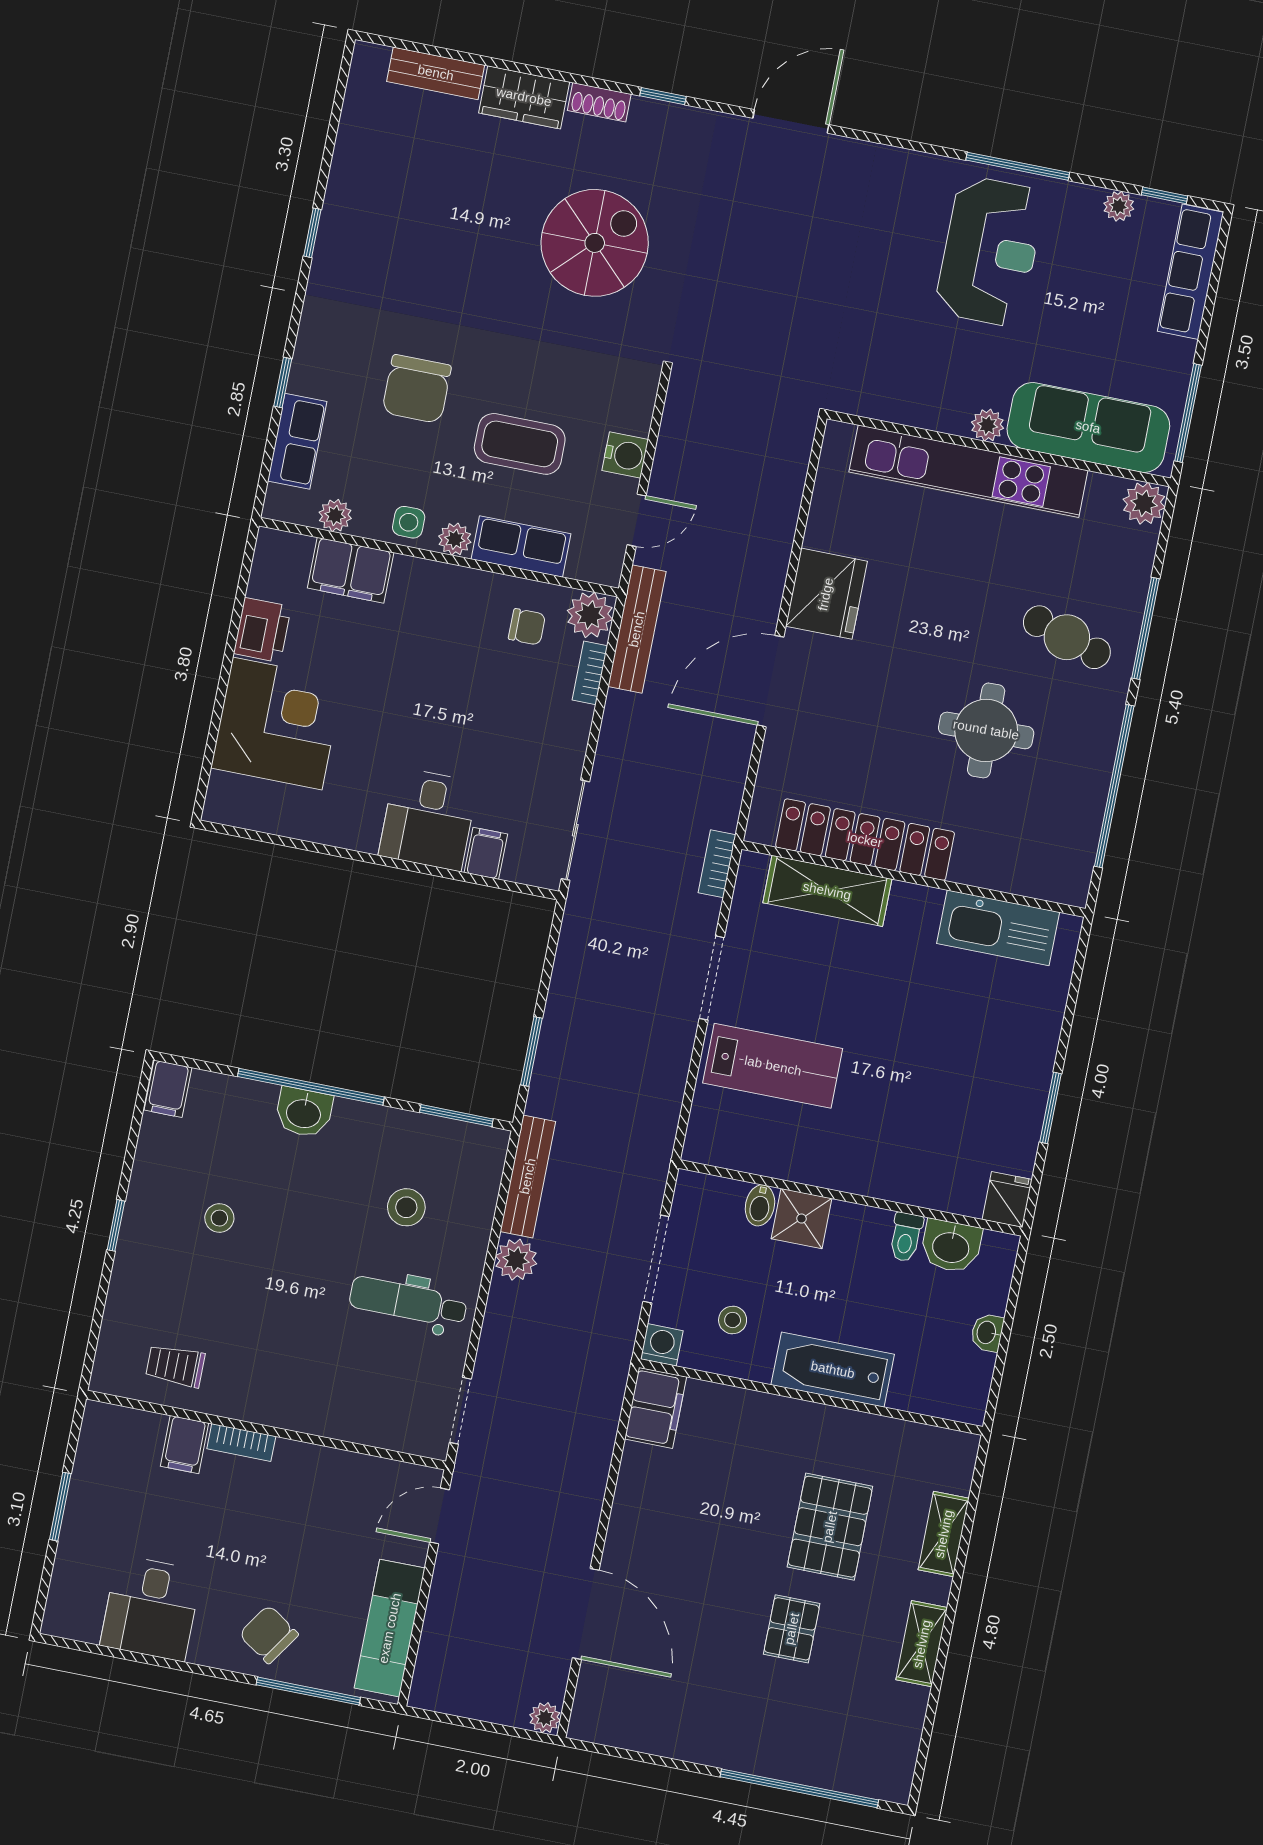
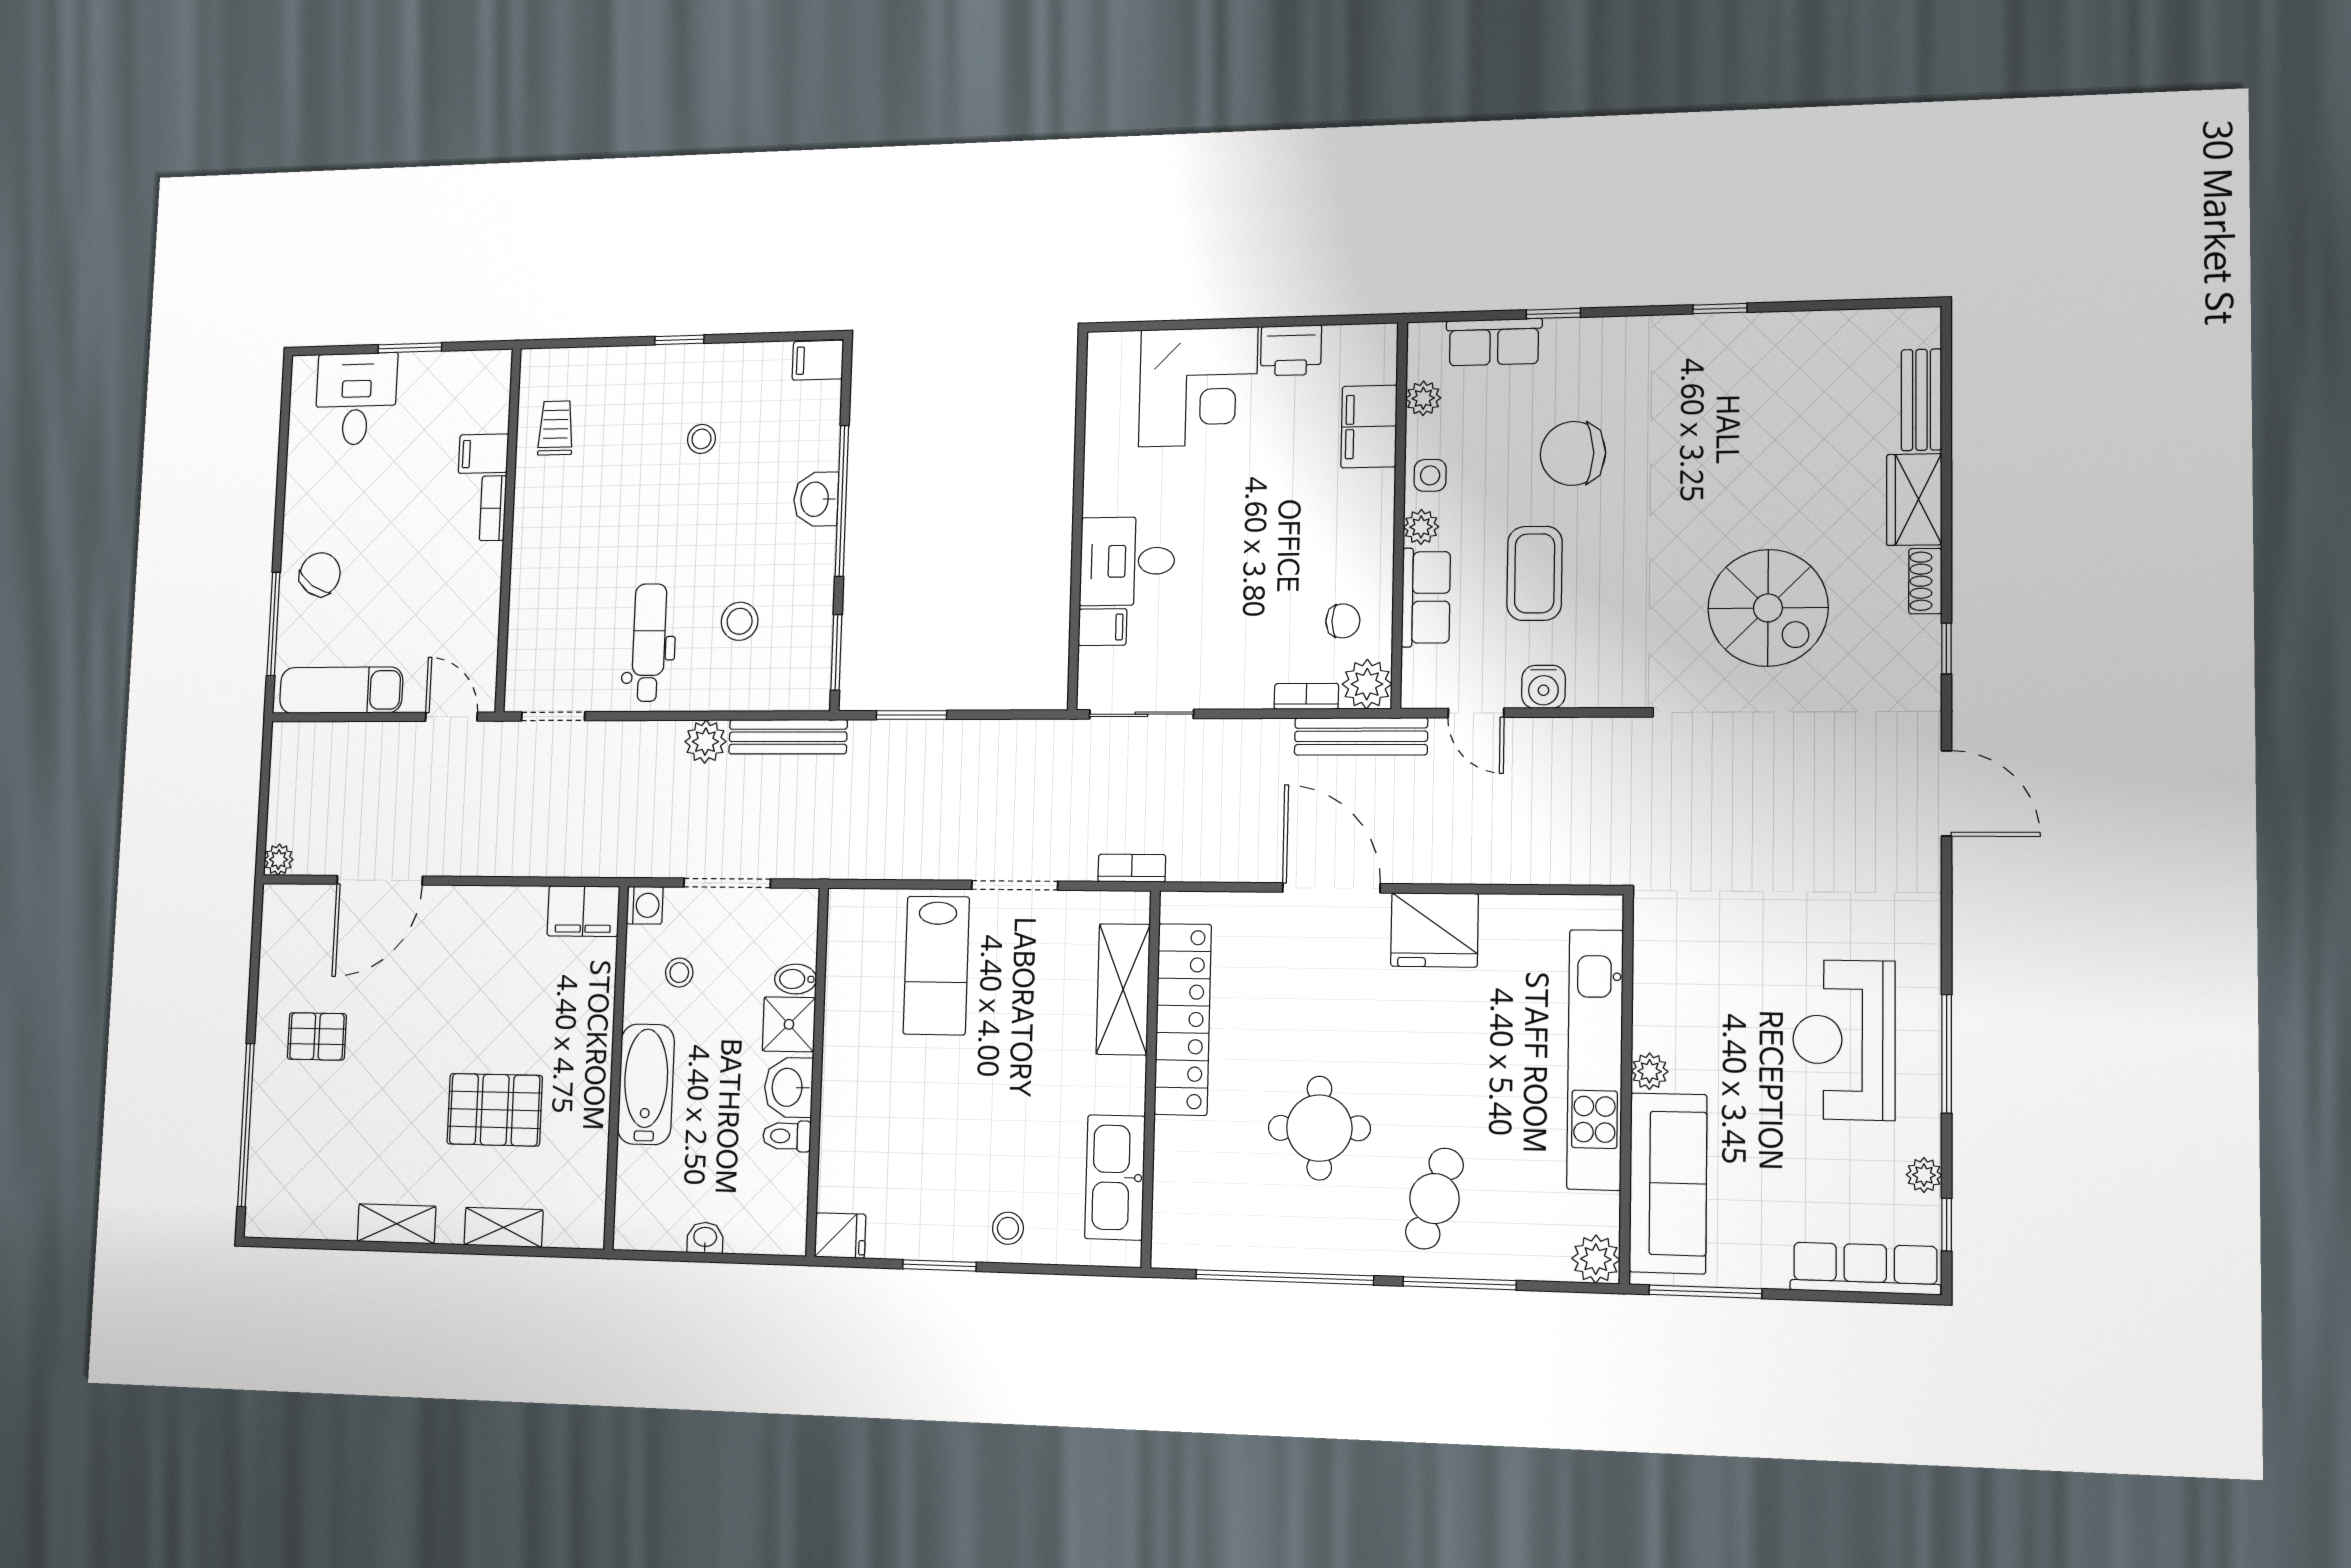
reception desk: (990, 251) -> (1844, 1040), turned 90
chair: (527, 627) -> (1343, 621), turned -90
stool: (1027, 1037) -> (1008, 1228), added
washbasin: (951, 1246) -> (788, 1087), moved
desk: (151, 1608) -> (356, 399), moved, turned 90
pallet: (792, 1629) -> (317, 1036), moved

